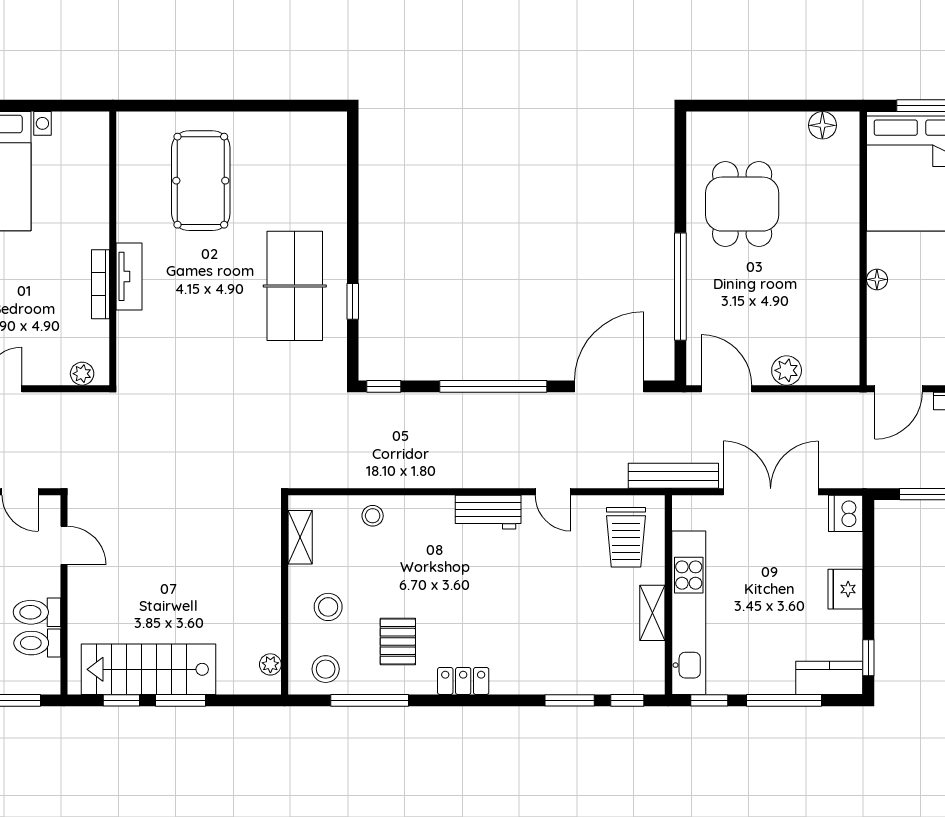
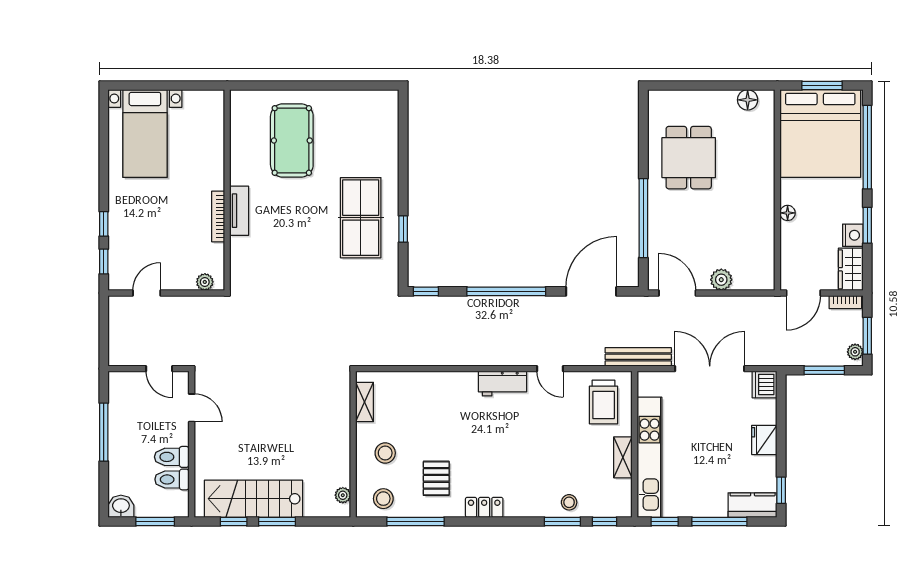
stool: (373, 516) -> (569, 502), moved

